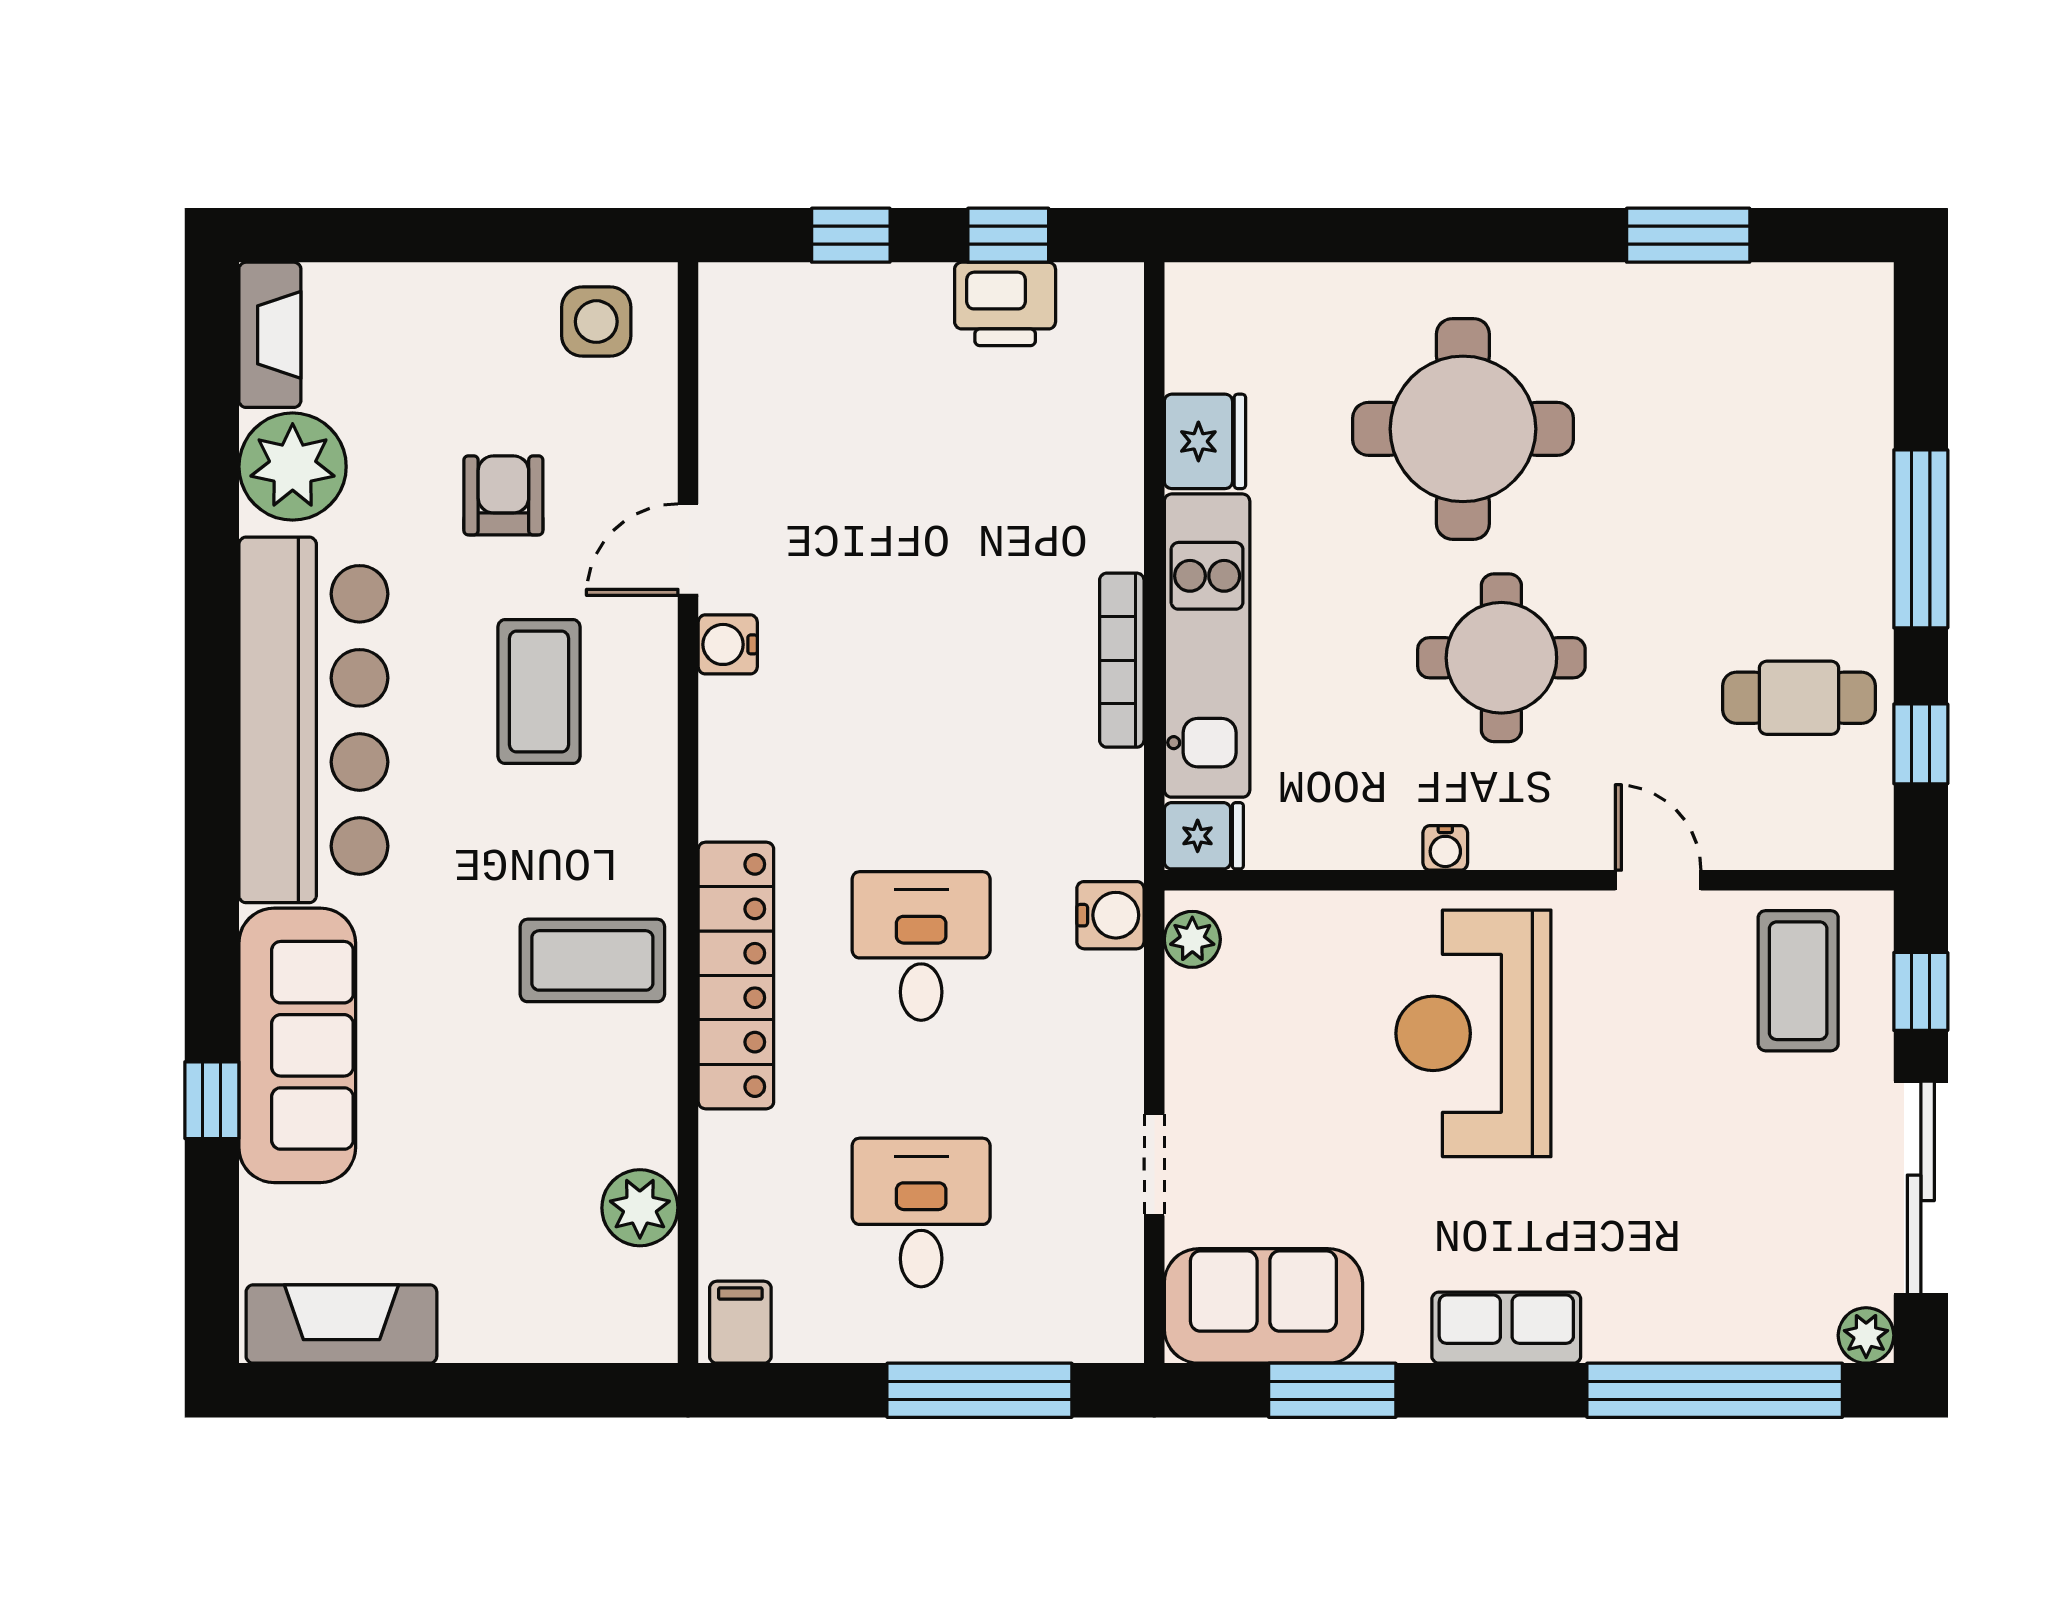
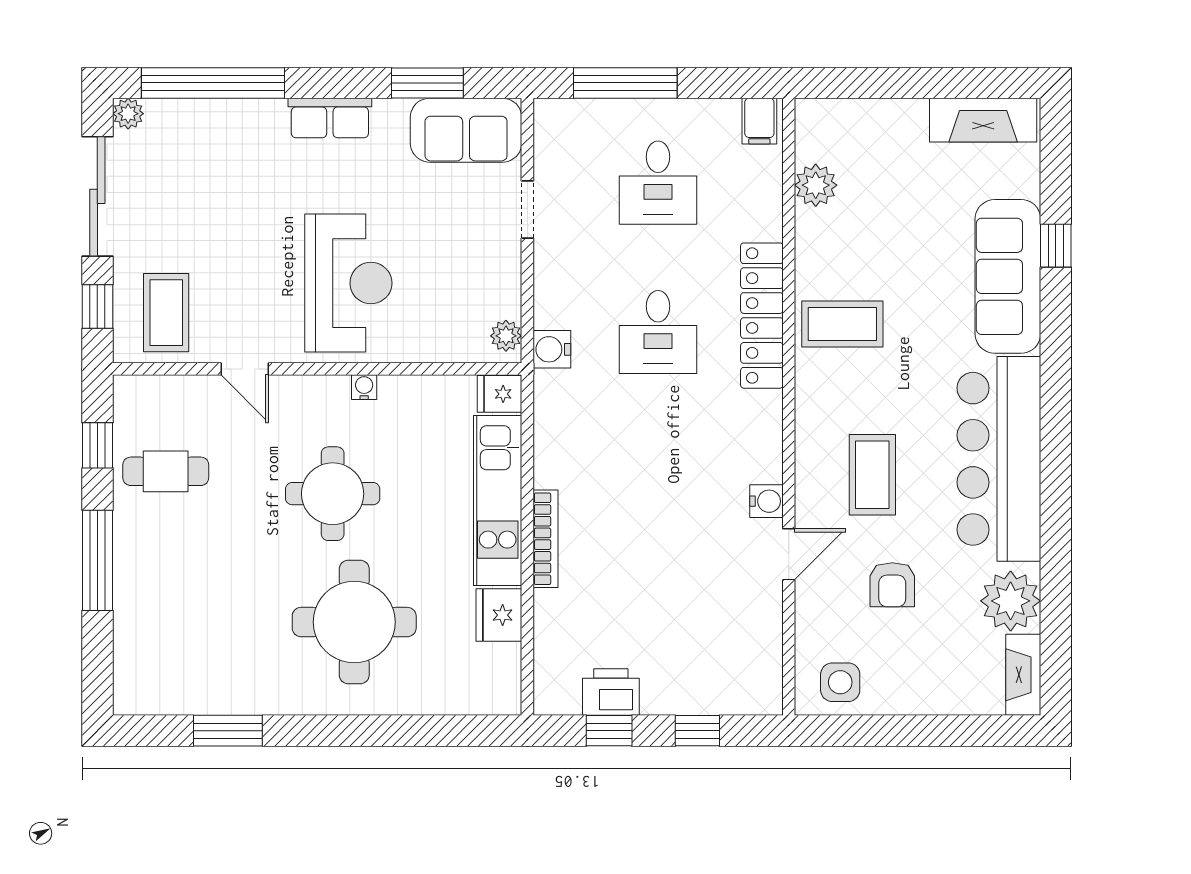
bookcase: (1122, 660) -> (546, 539), moved

